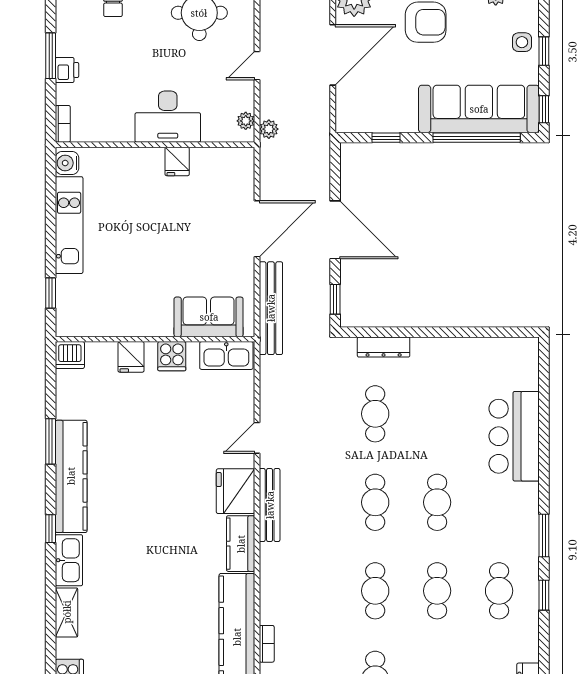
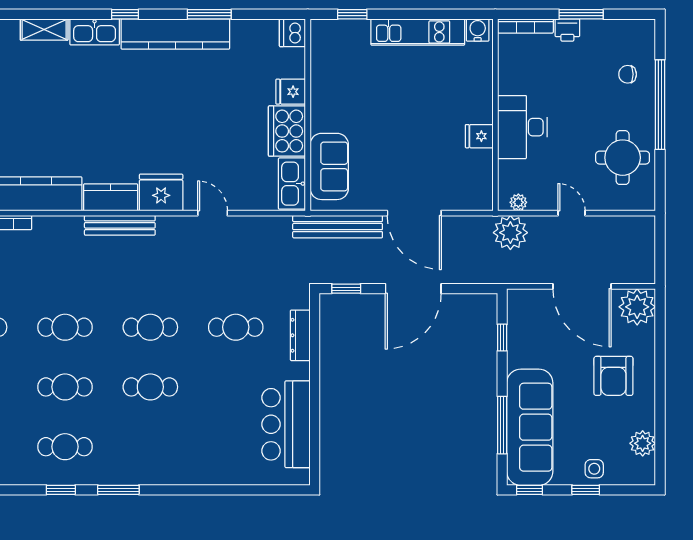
bookcase: (63, 124) -> (525, 26), width x1.56
plant: (269, 129) -> (510, 233), width x1.88, depth x1.88
window: (477, 138) -> (502, 425), width x0.68
cooker: (172, 356) -> (287, 131), width x1.87, depth x1.31
bar counter: (514, 436) -> (286, 424), moved, turned -90
bench: (270, 505) -> (120, 225), moved

